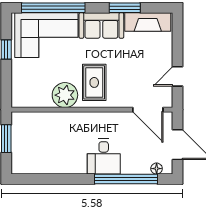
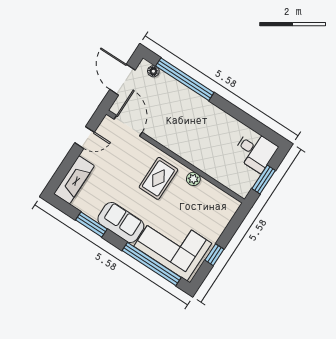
fireplace: (148, 22) -> (74, 180), moved, turned 90
plant: (65, 95) -> (193, 179), width x0.53, depth x0.53
desk: (104, 156) -> (255, 151), moved, turned 90

